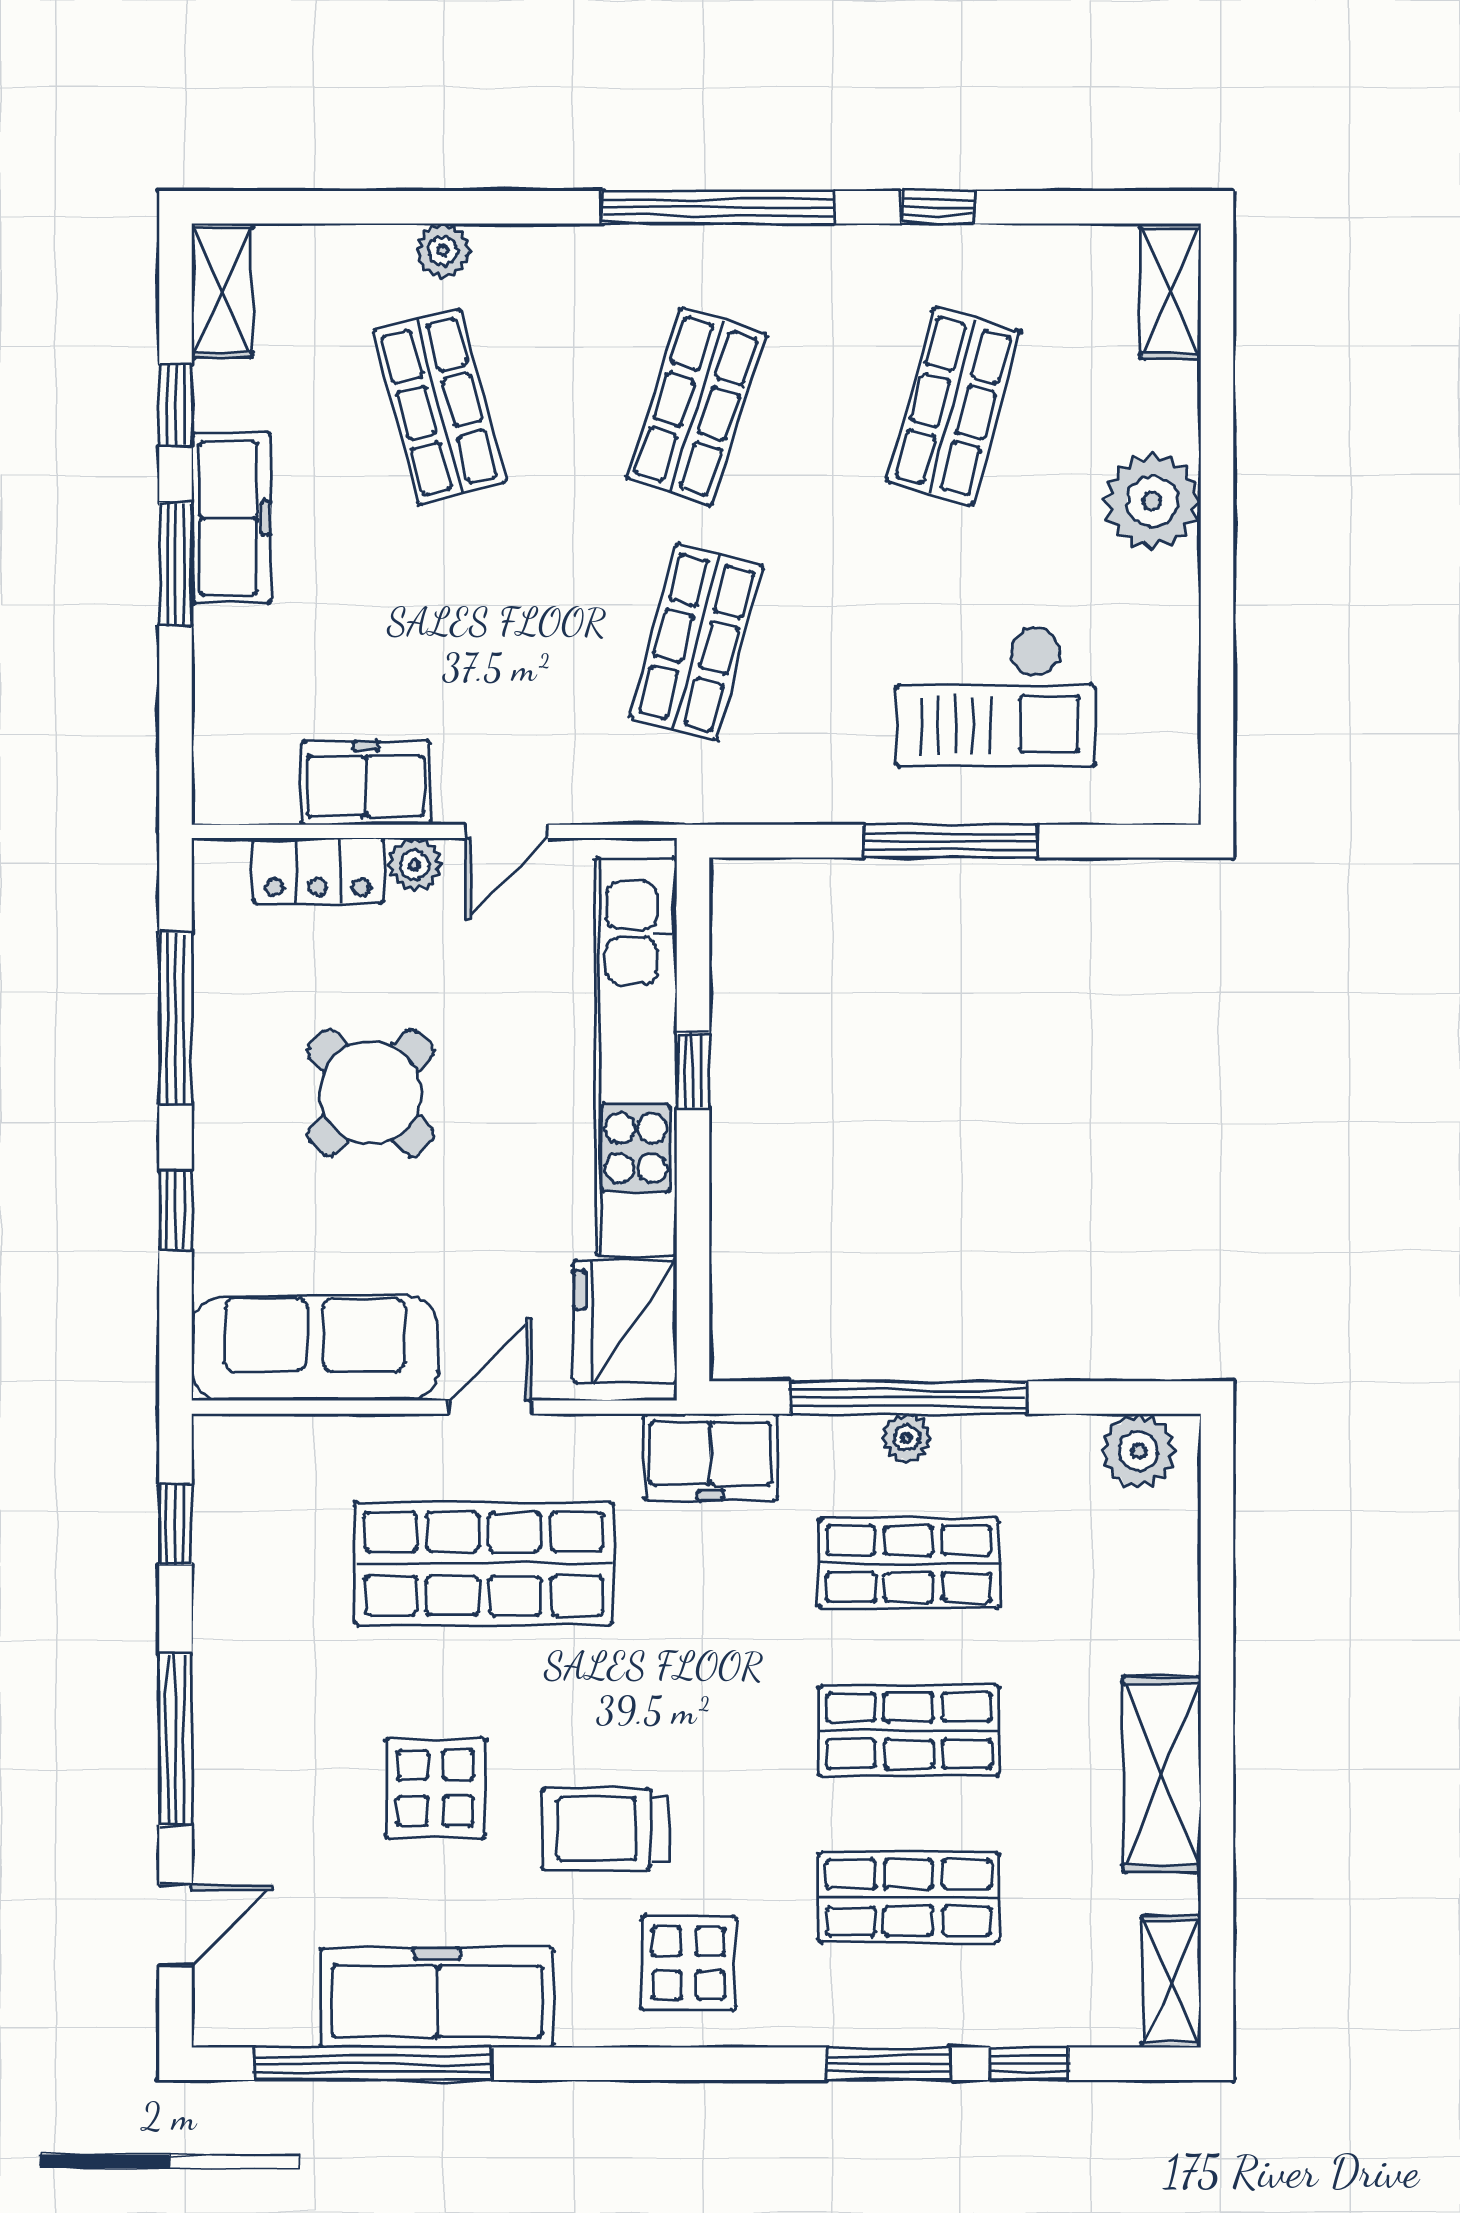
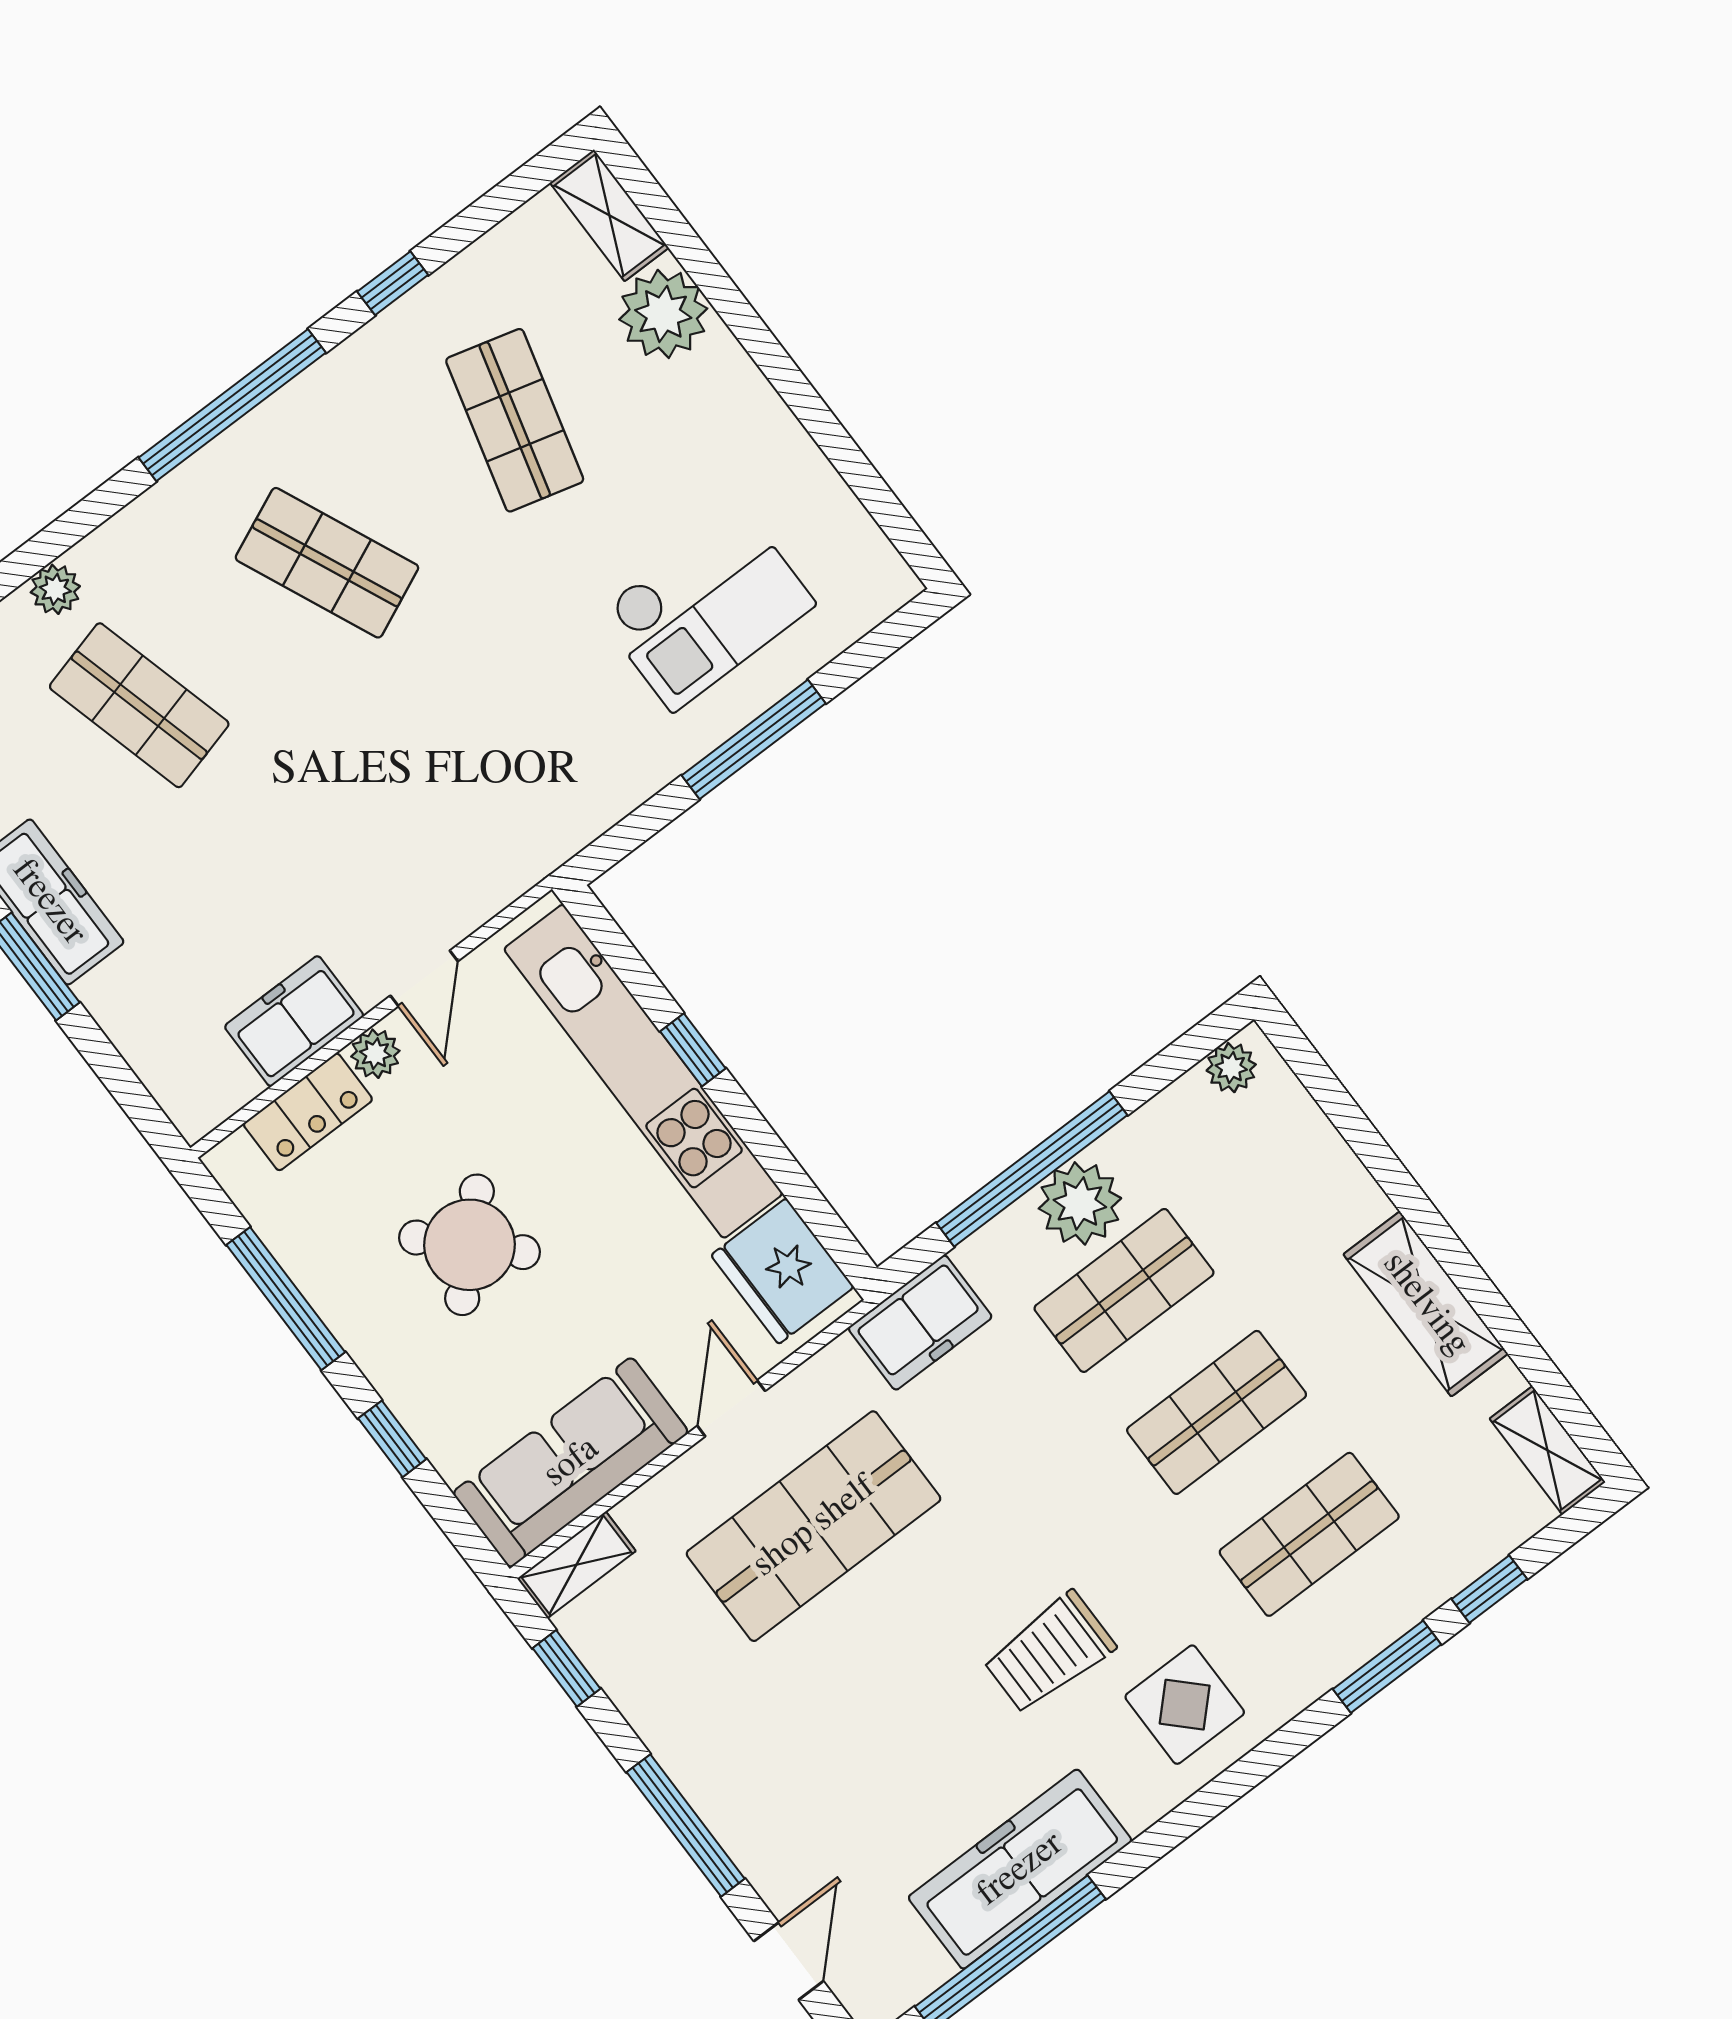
shop shelf: (696, 406) -> (327, 563), turned -42
plant: (1152, 501) -> (663, 314), moved
shop shelf: (696, 642) -> (457, 735), removed
plant: (907, 1438) -> (1080, 1203), width x1.87, depth x1.87
shelving: (252, 1441) -> (576, 1565), added
plant: (1139, 1451) -> (1231, 1068), width x0.73, depth x0.73
display table: (435, 1788) -> (903, 1717), removed

